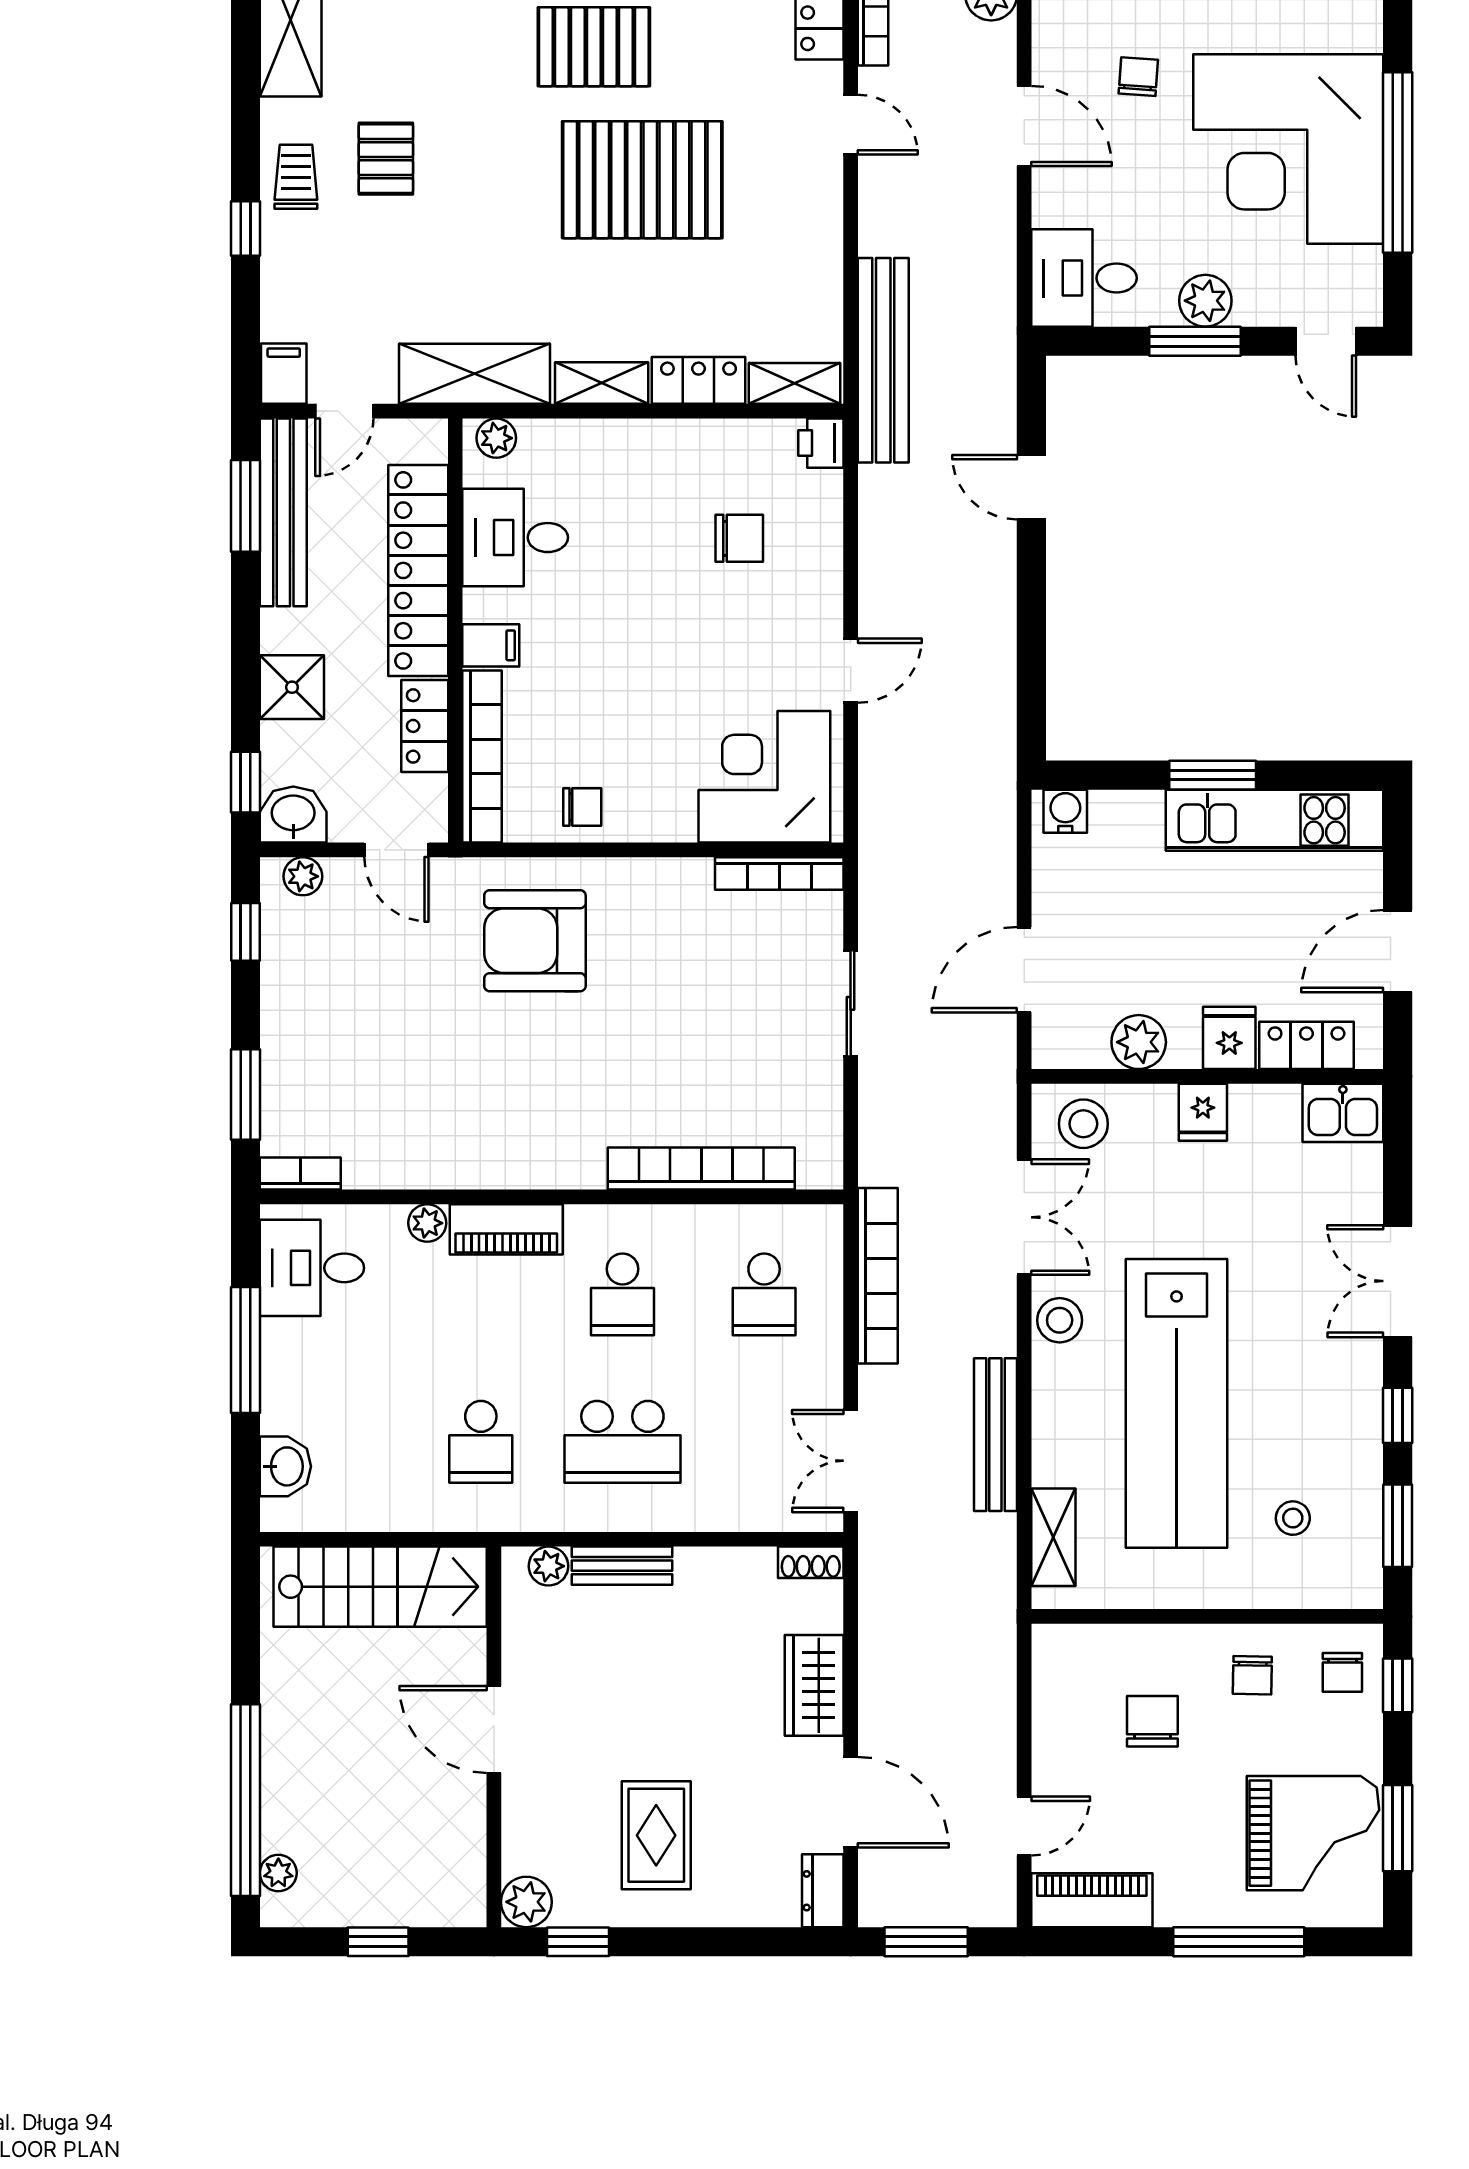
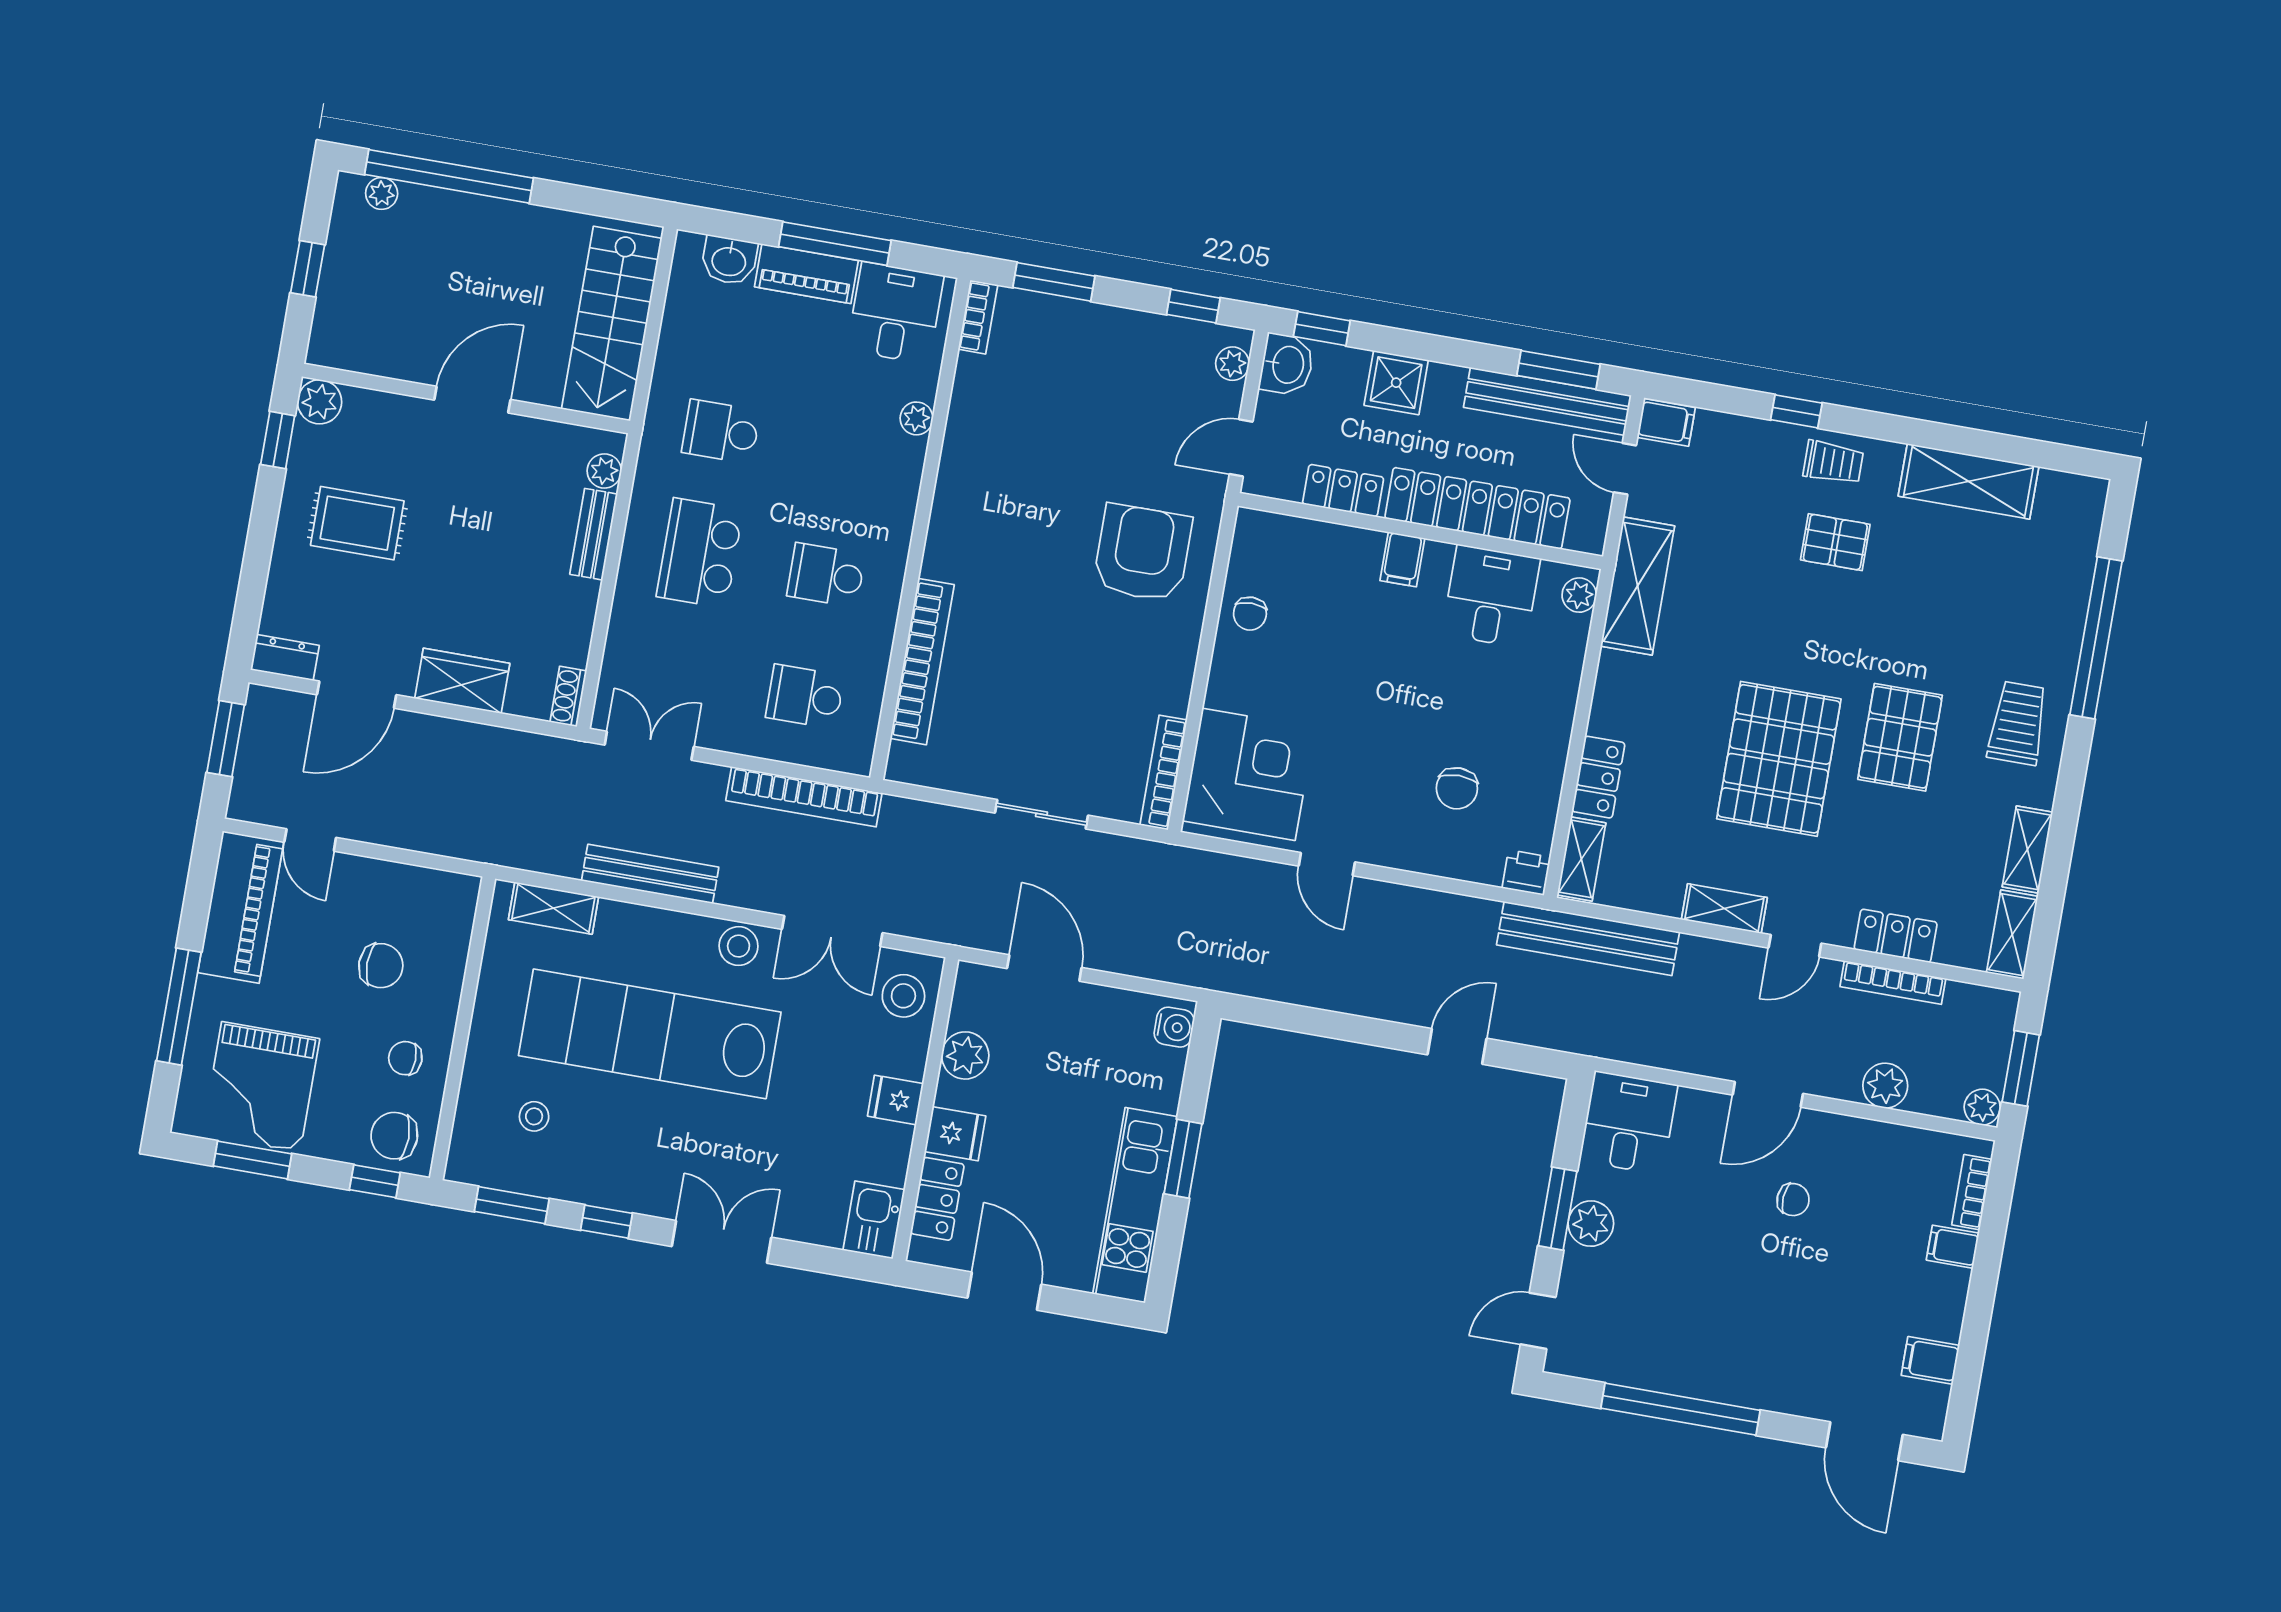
corner desk: (1288, 149) -> (1709, 1317), removed
shelving: (602, 383) -> (1724, 909), moved, turned 90
bookcase: (482, 757) -> (1308, 535), removed
piano: (506, 1229) -> (806, 274), moved, turned -90
chair: (1342, 1672) -> (394, 1136), width x1.37, depth x1.37
piano: (1092, 1900) -> (241, 907), width x1.37, depth x1.33

